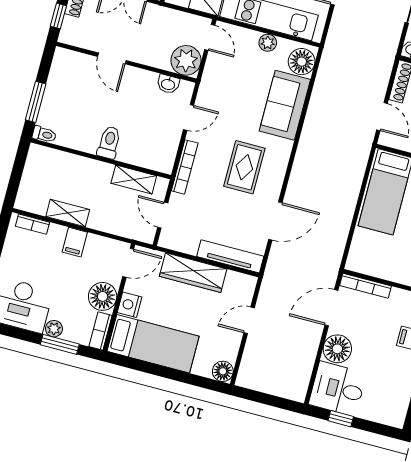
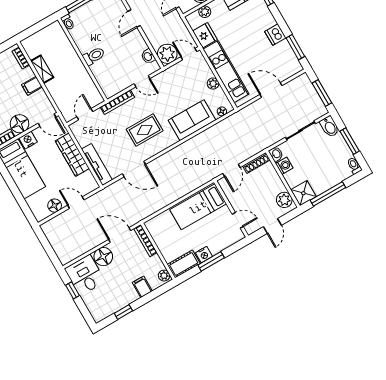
door: (210, 37) -> (189, 54), swing flipped
floor lamp: (302, 62) -> (222, 111), width x0.53, depth x0.53
shelving: (134, 179) -> (88, 84), removed
floor lamp: (223, 371) -> (55, 206), moved

